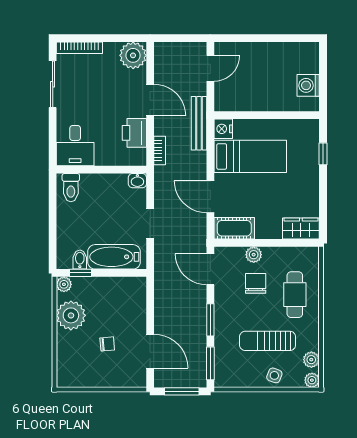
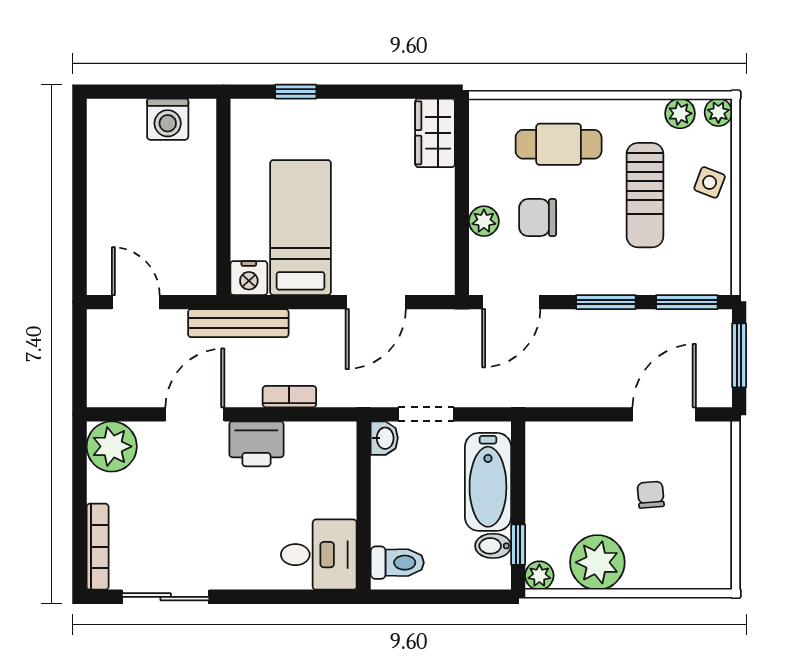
desk: (75, 146) -> (319, 555), moved
wall: (101, 170) -> (364, 506), moved
washbasin: (137, 181) -> (384, 438), moved
toilet: (71, 188) -> (397, 563), moved
cot: (234, 228) -> (434, 257), removed

